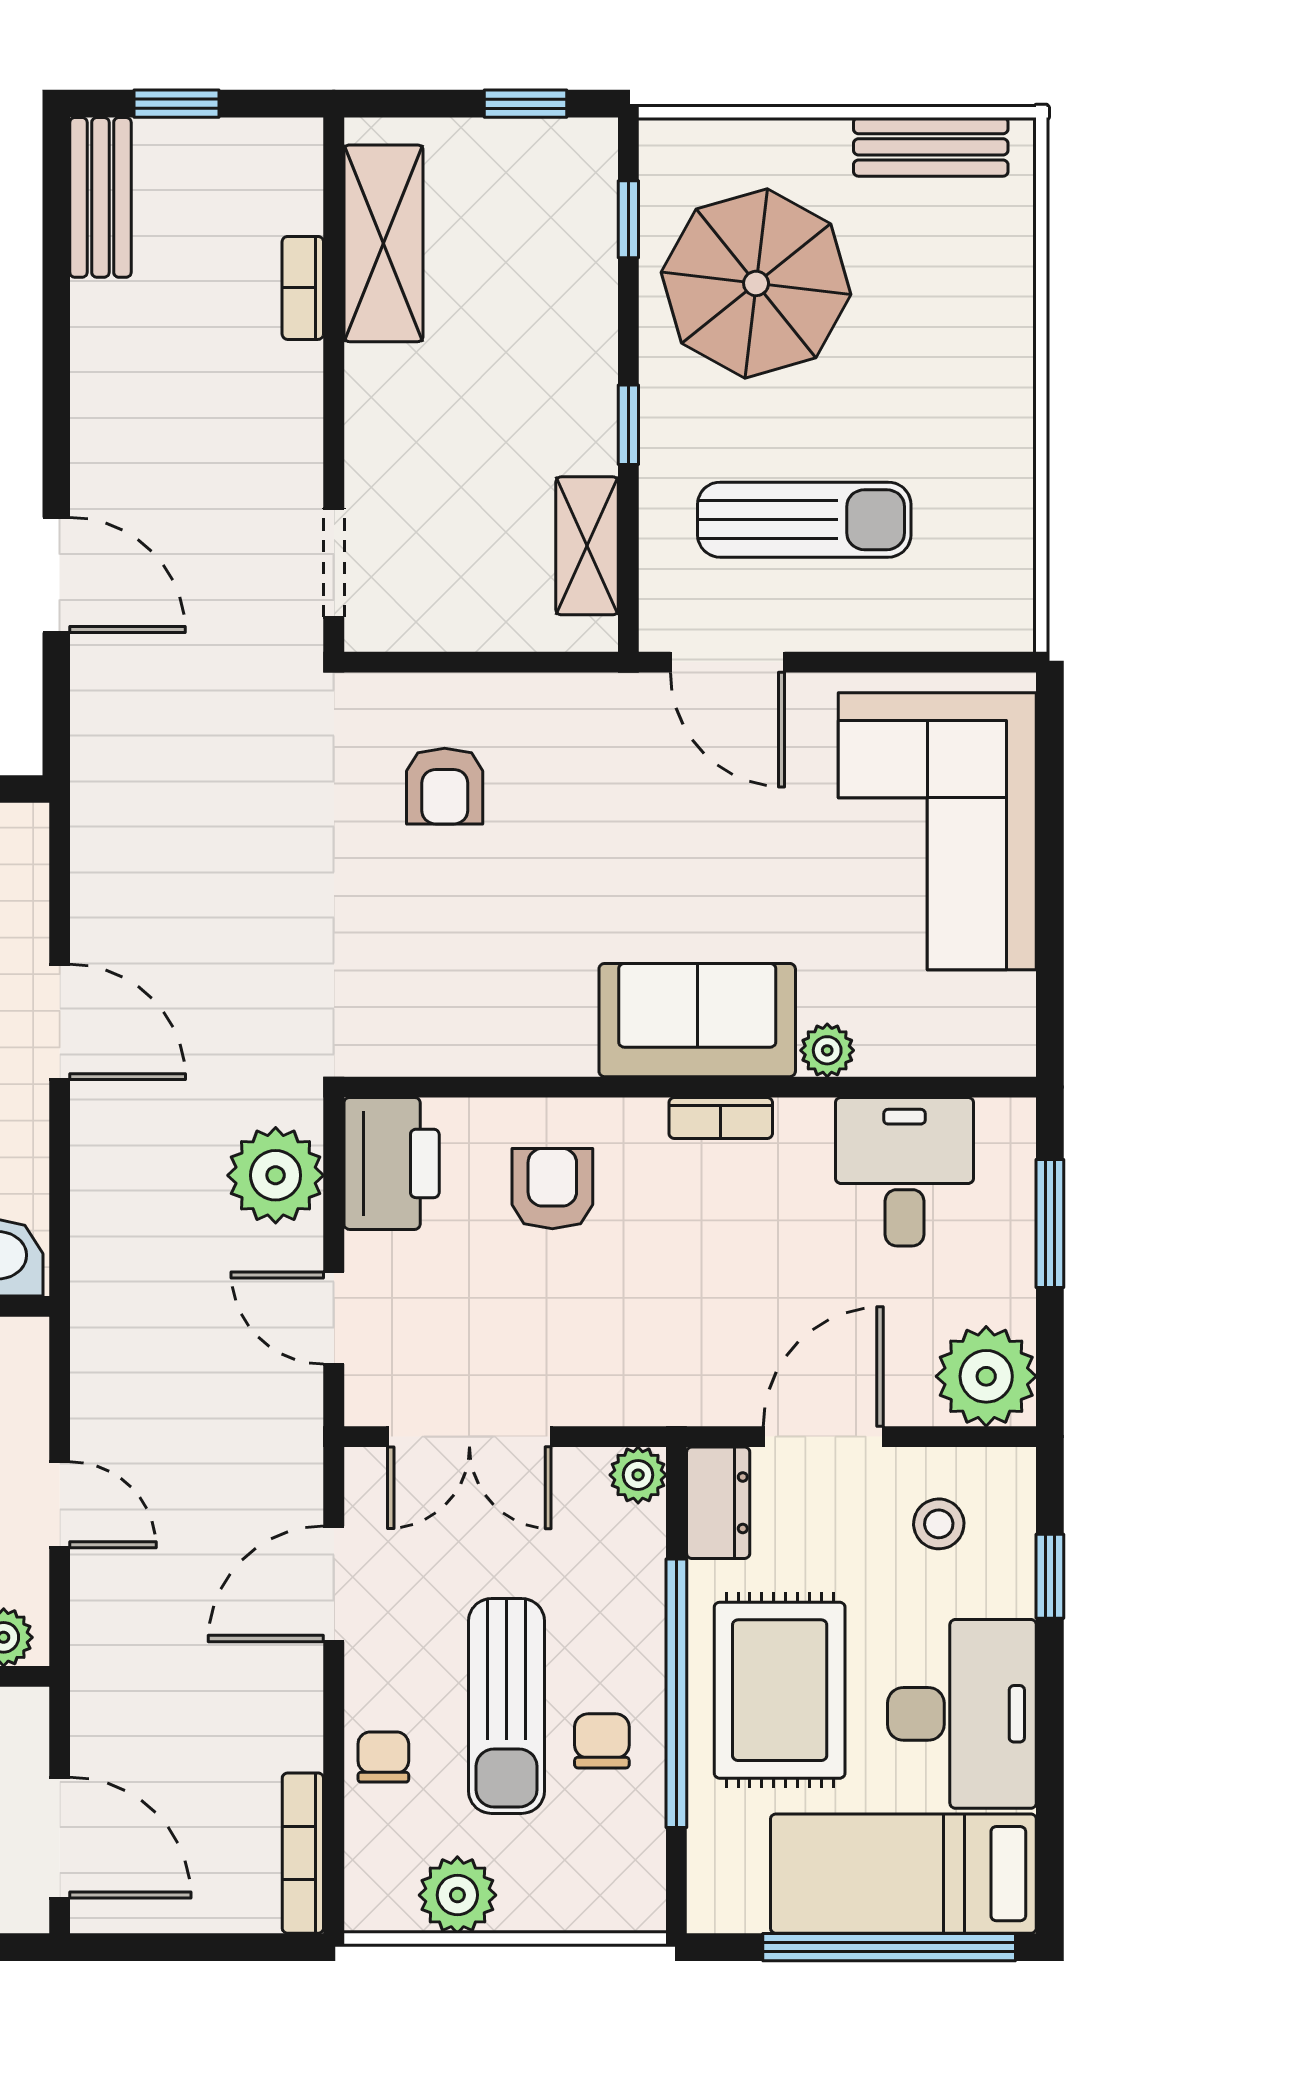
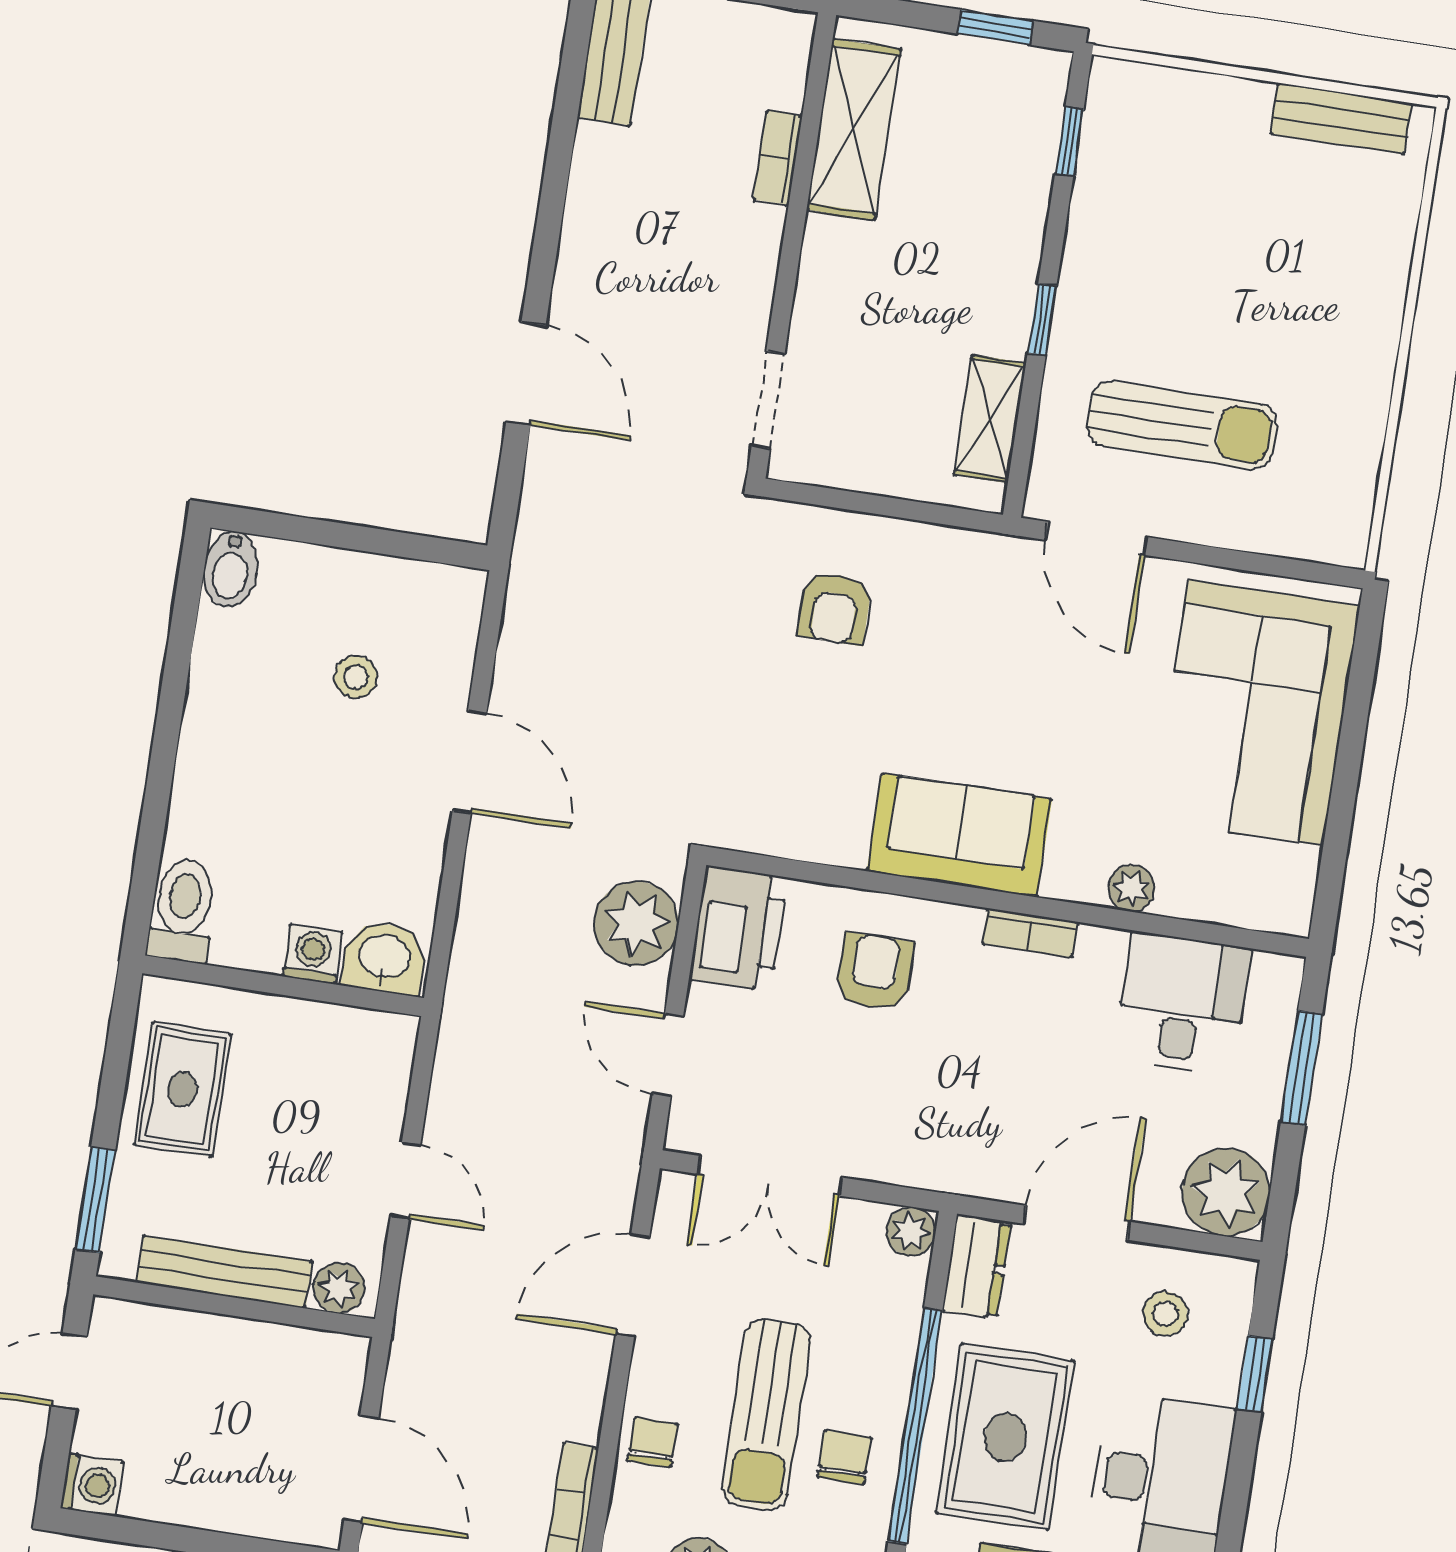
parasol: (756, 283) -> (1171, 214), removed
sofa: (697, 1020) -> (959, 835), moved

